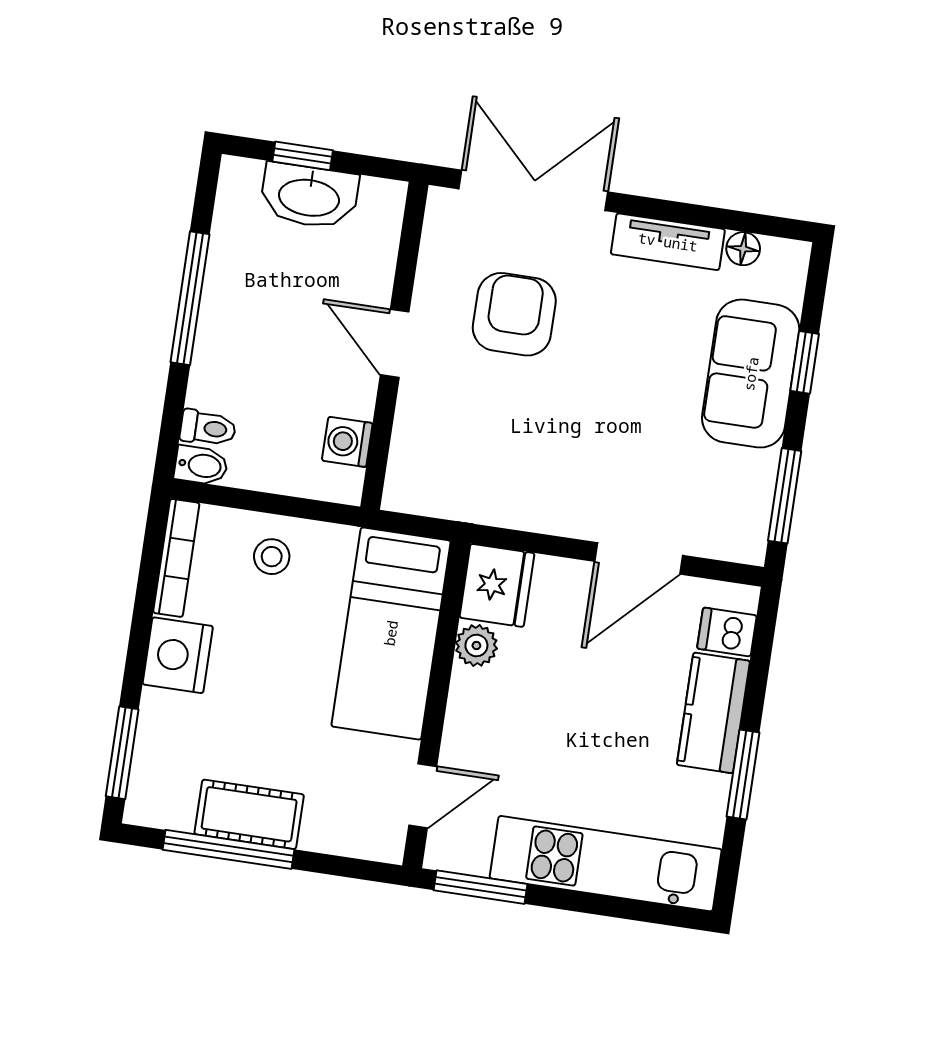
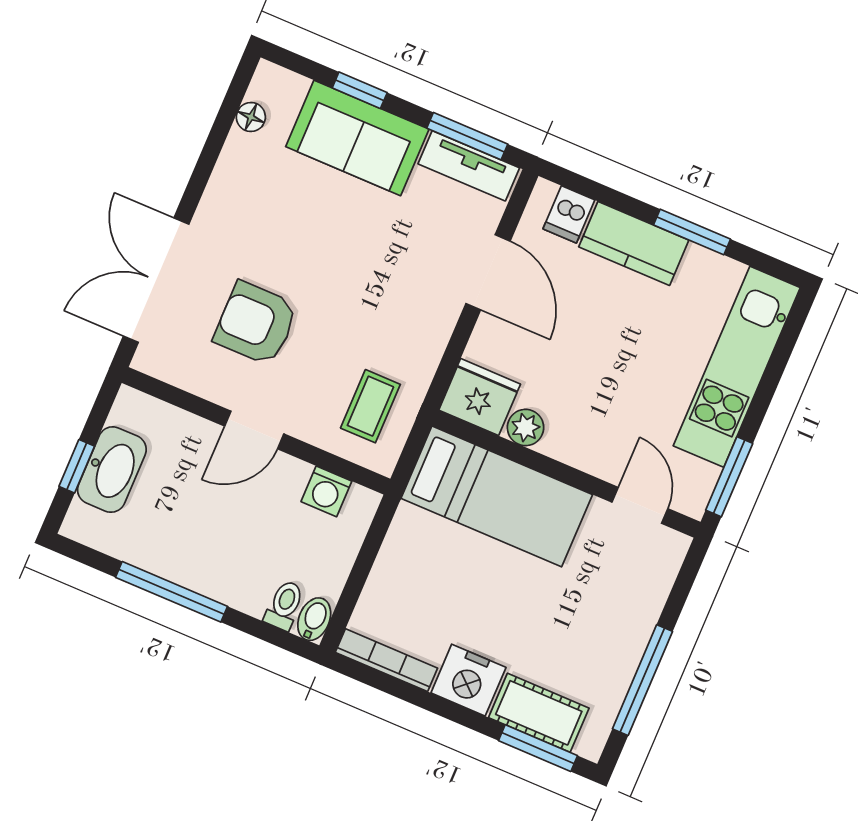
tv unit: (668, 242) -> (469, 166), moved, turned 90
coffee table: (455, 466) -> (370, 406), added
stool: (272, 557) -> (406, 580), removed
cot: (249, 814) -> (539, 713), moved, turned 90

